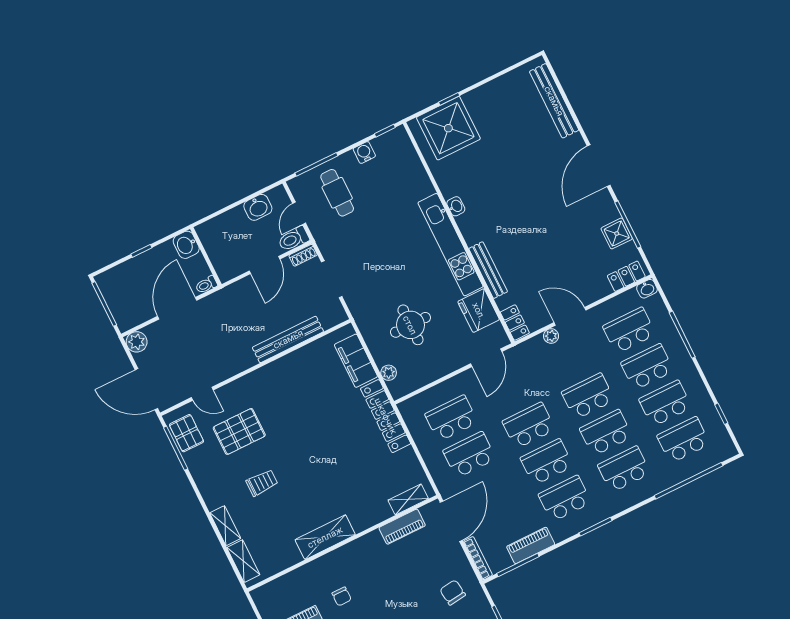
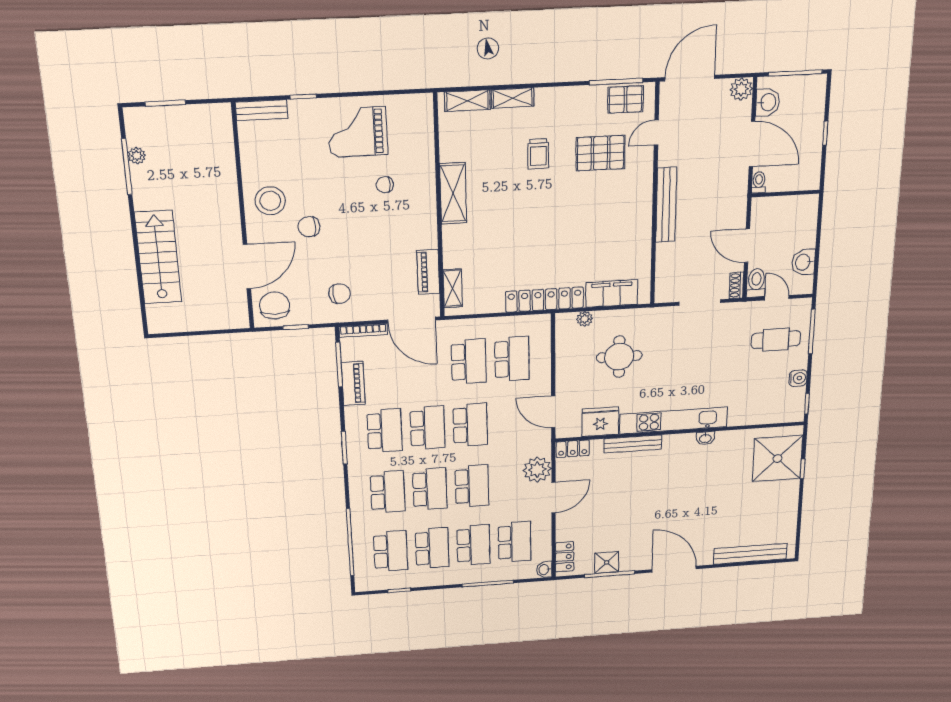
washbasin: (186, 245) -> (768, 102), moved, turned 90
plant: (551, 336) -> (537, 470), width x1.88, depth x1.88
bench: (288, 339) -> (666, 205), moved
pallet: (239, 431) -> (601, 153), turned 90

